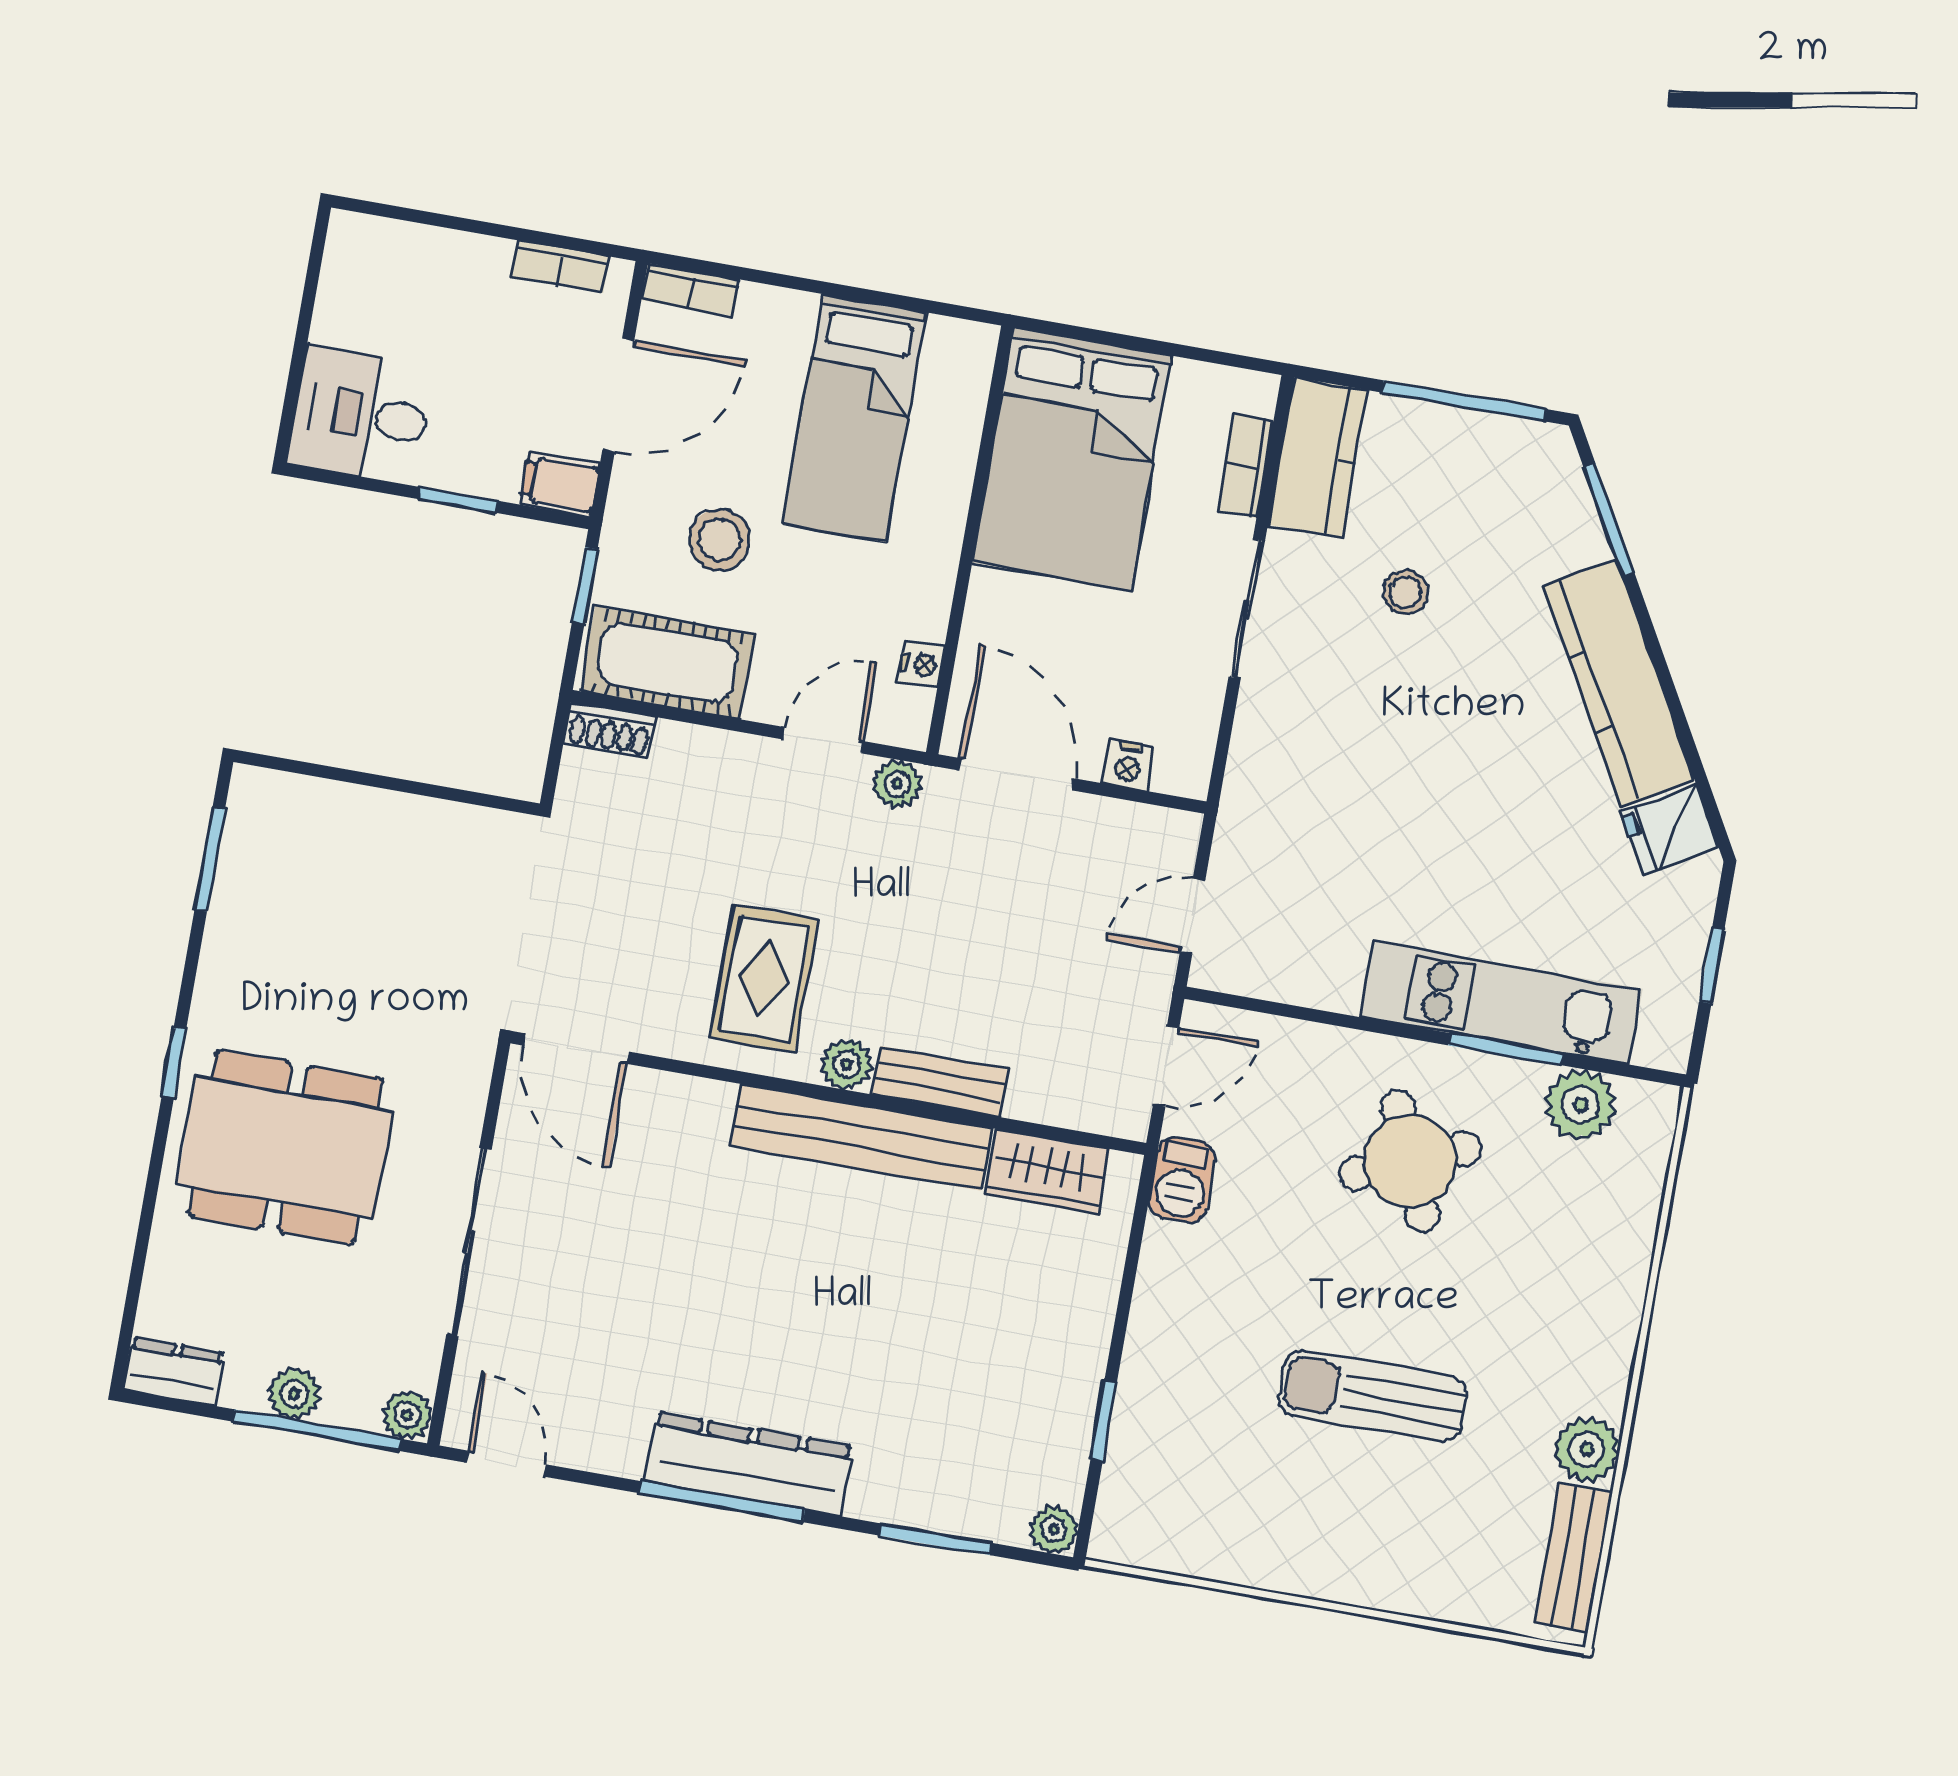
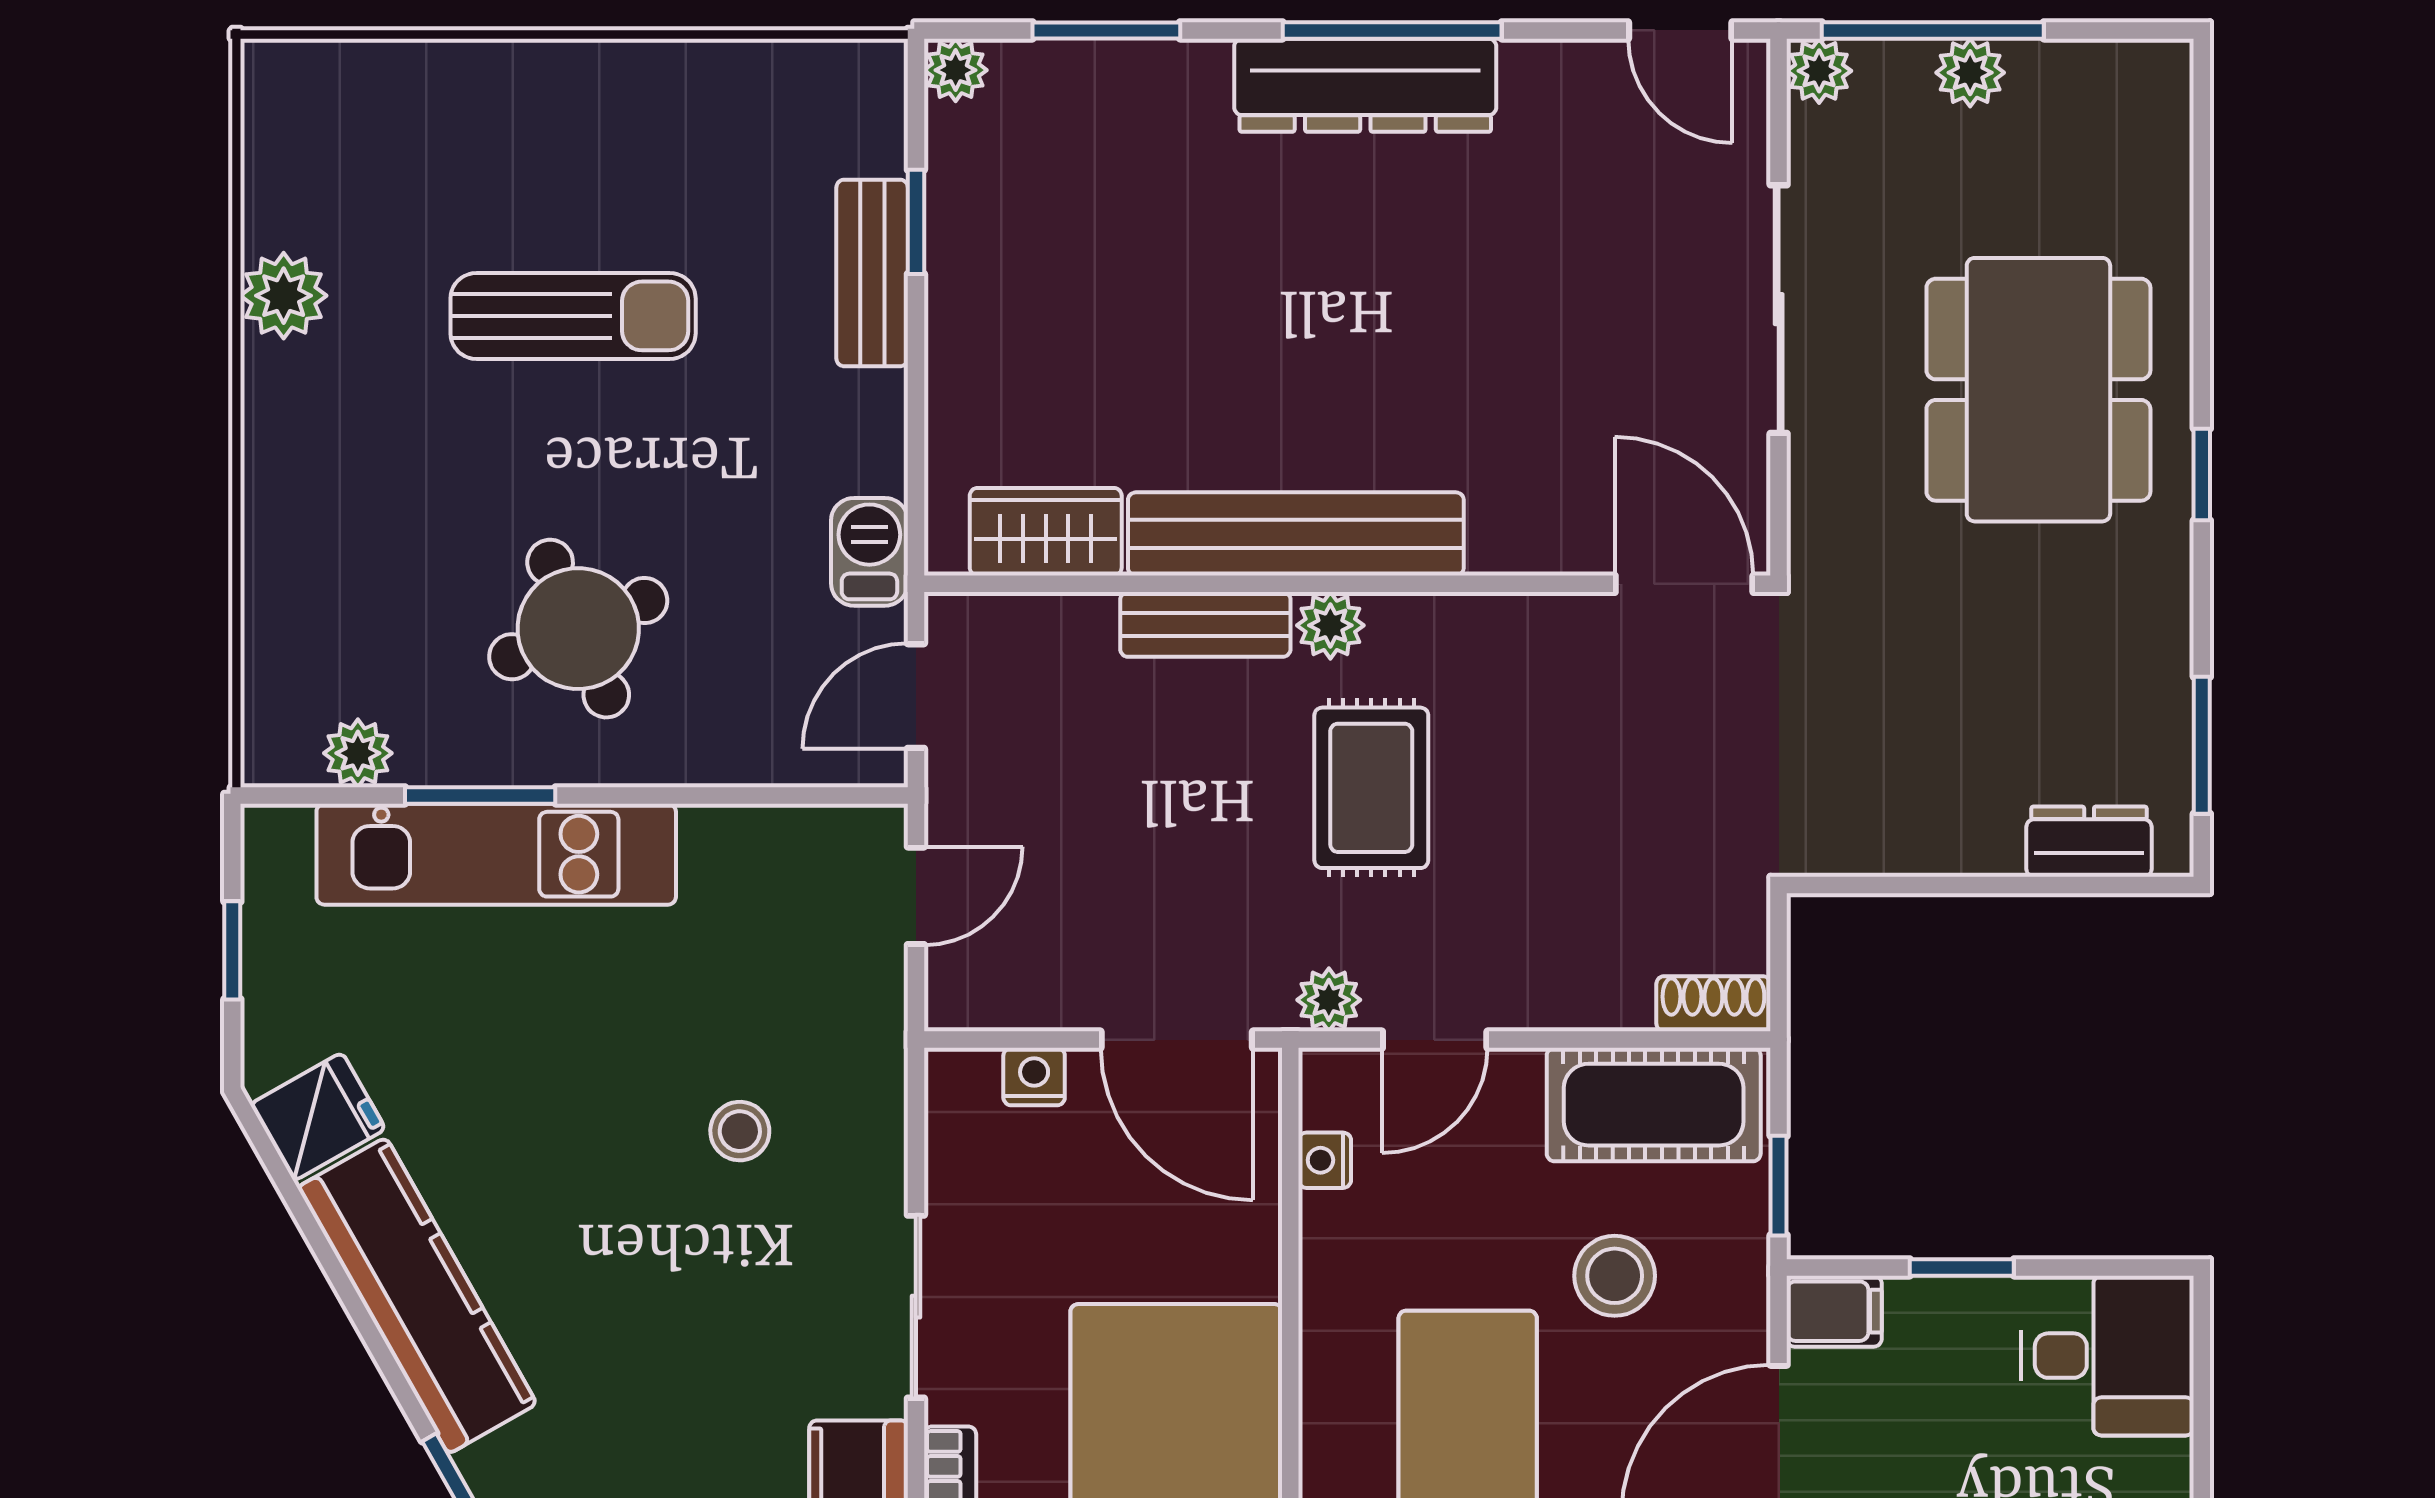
stool: (1405, 592) -> (740, 1131), moved
rug: (764, 979) -> (1371, 788), moved
plant: (1580, 1105) -> (358, 753), width x0.73, depth x0.73
dining table: (285, 1147) -> (2038, 390), turned 90
dresser: (174, 1372) -> (2089, 842), moved, turned 180
bench: (1574, 1557) -> (872, 273), moved

